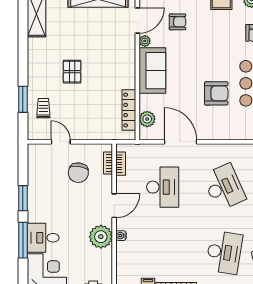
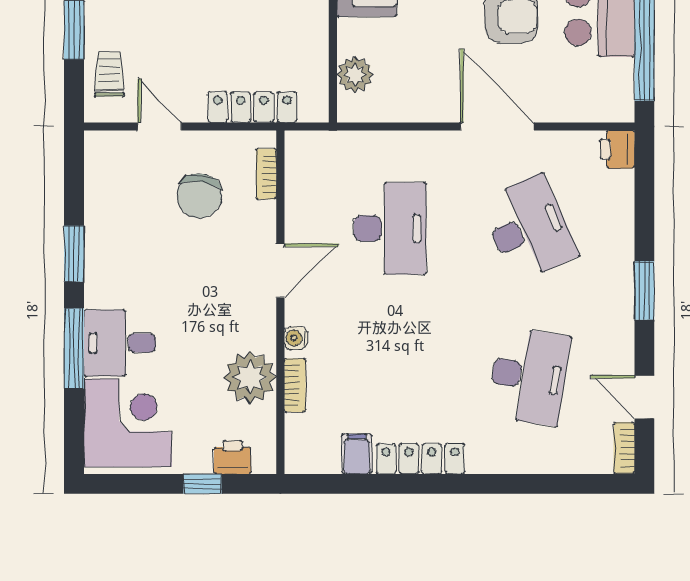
trolley: (43, 108) -> (109, 74), moved
locker: (129, 110) -> (252, 107), moved, turned 90
door: (180, 142) -> (497, 126), moved
bookcase: (121, 164) -> (295, 385), moved
plant: (101, 237) -> (250, 377), moved

